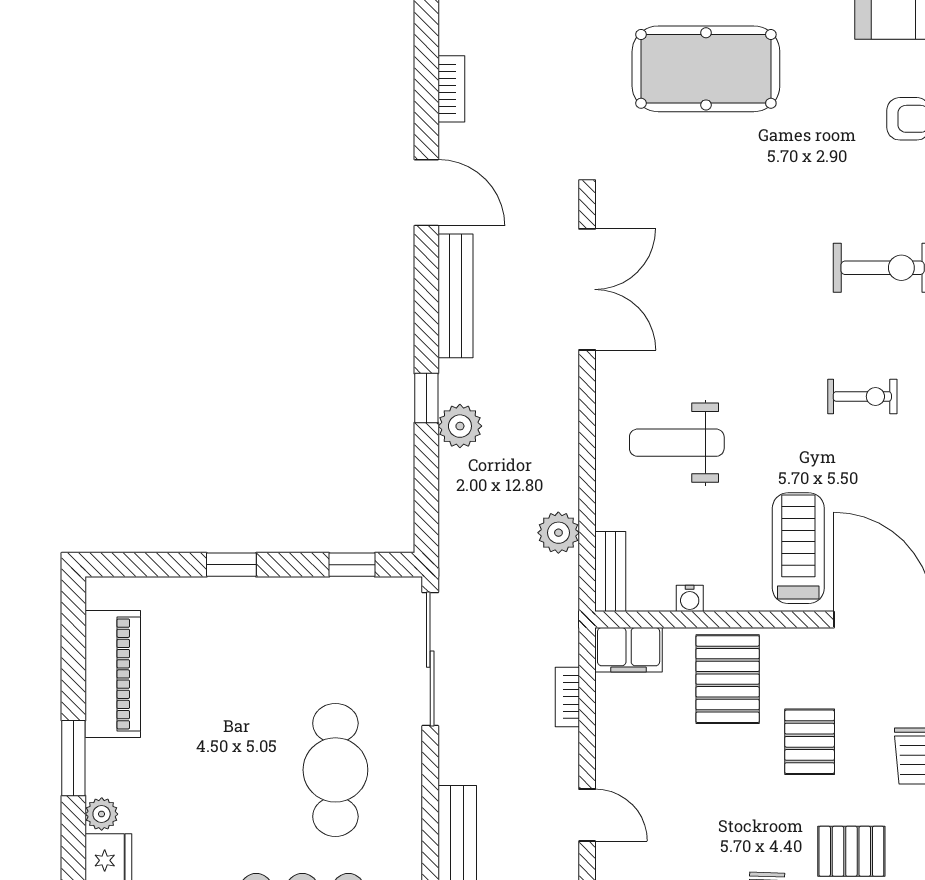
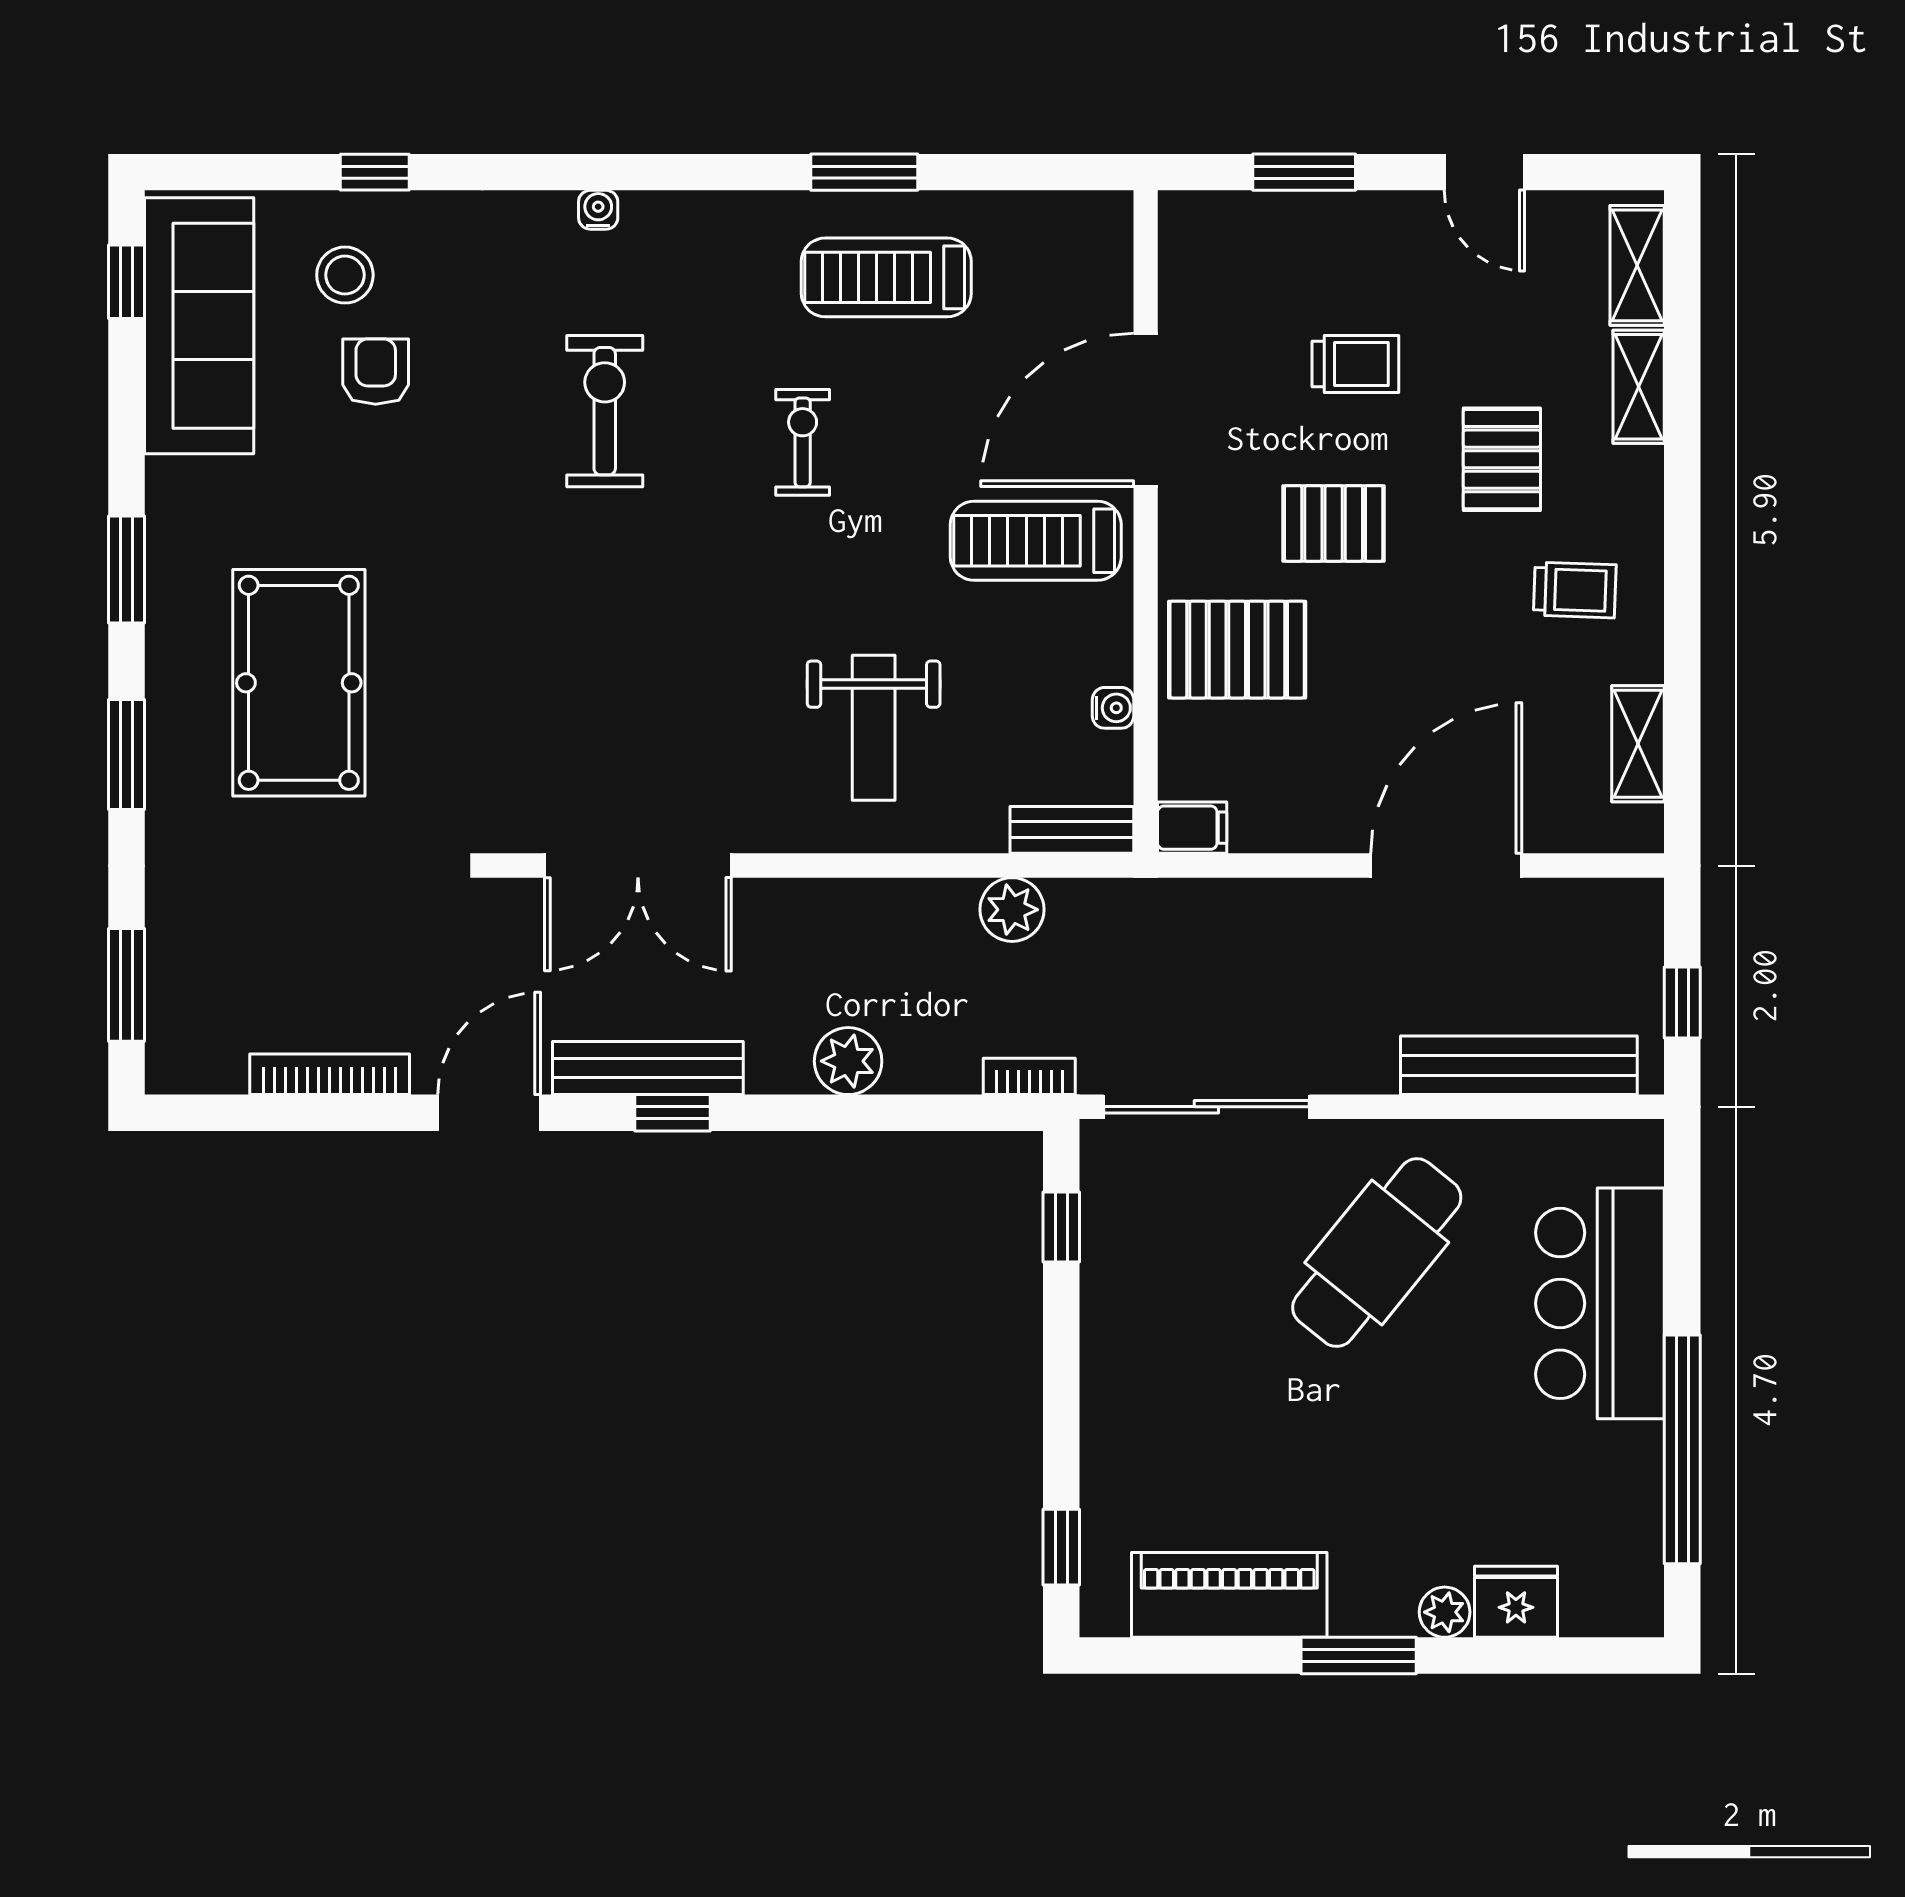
bookcase: (451, 89) -> (330, 1074), width x1.56
double door: (587, 289) -> (638, 866), swing flipped
window: (426, 398) -> (672, 1113), moved
window: (231, 565) -> (1061, 1547), moved
filing cabinet: (629, 650) -> (1192, 828), width x0.50
bookcase: (567, 697) -> (1029, 1076), moved, turned 180
cafe table: (335, 770) -> (1377, 1253), turned -51
door: (587, 815) -> (1446, 866), width x1.87

